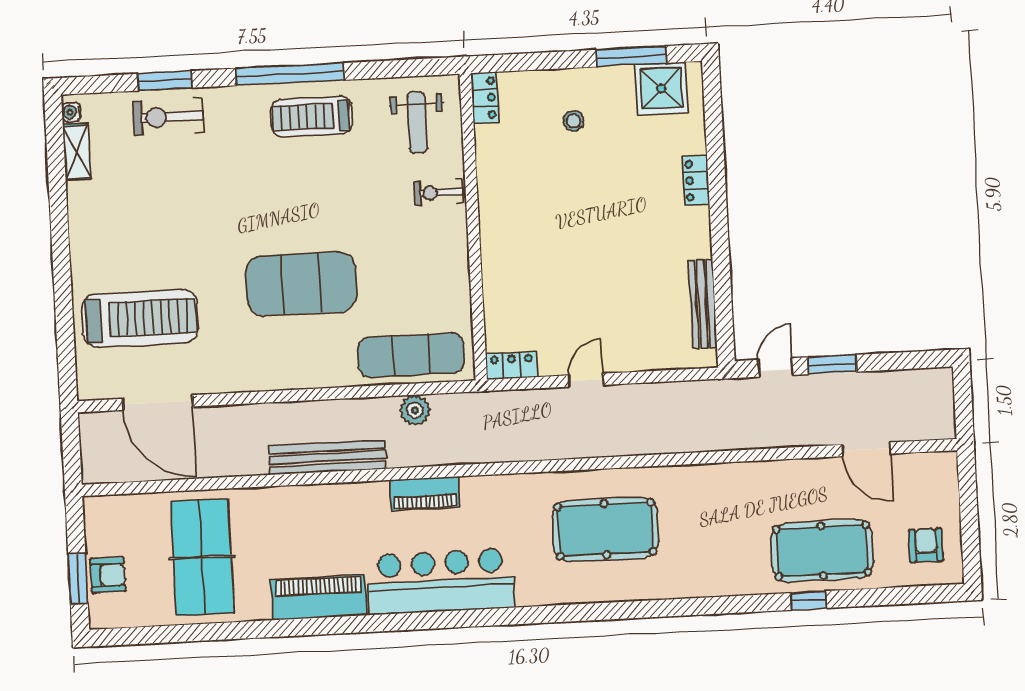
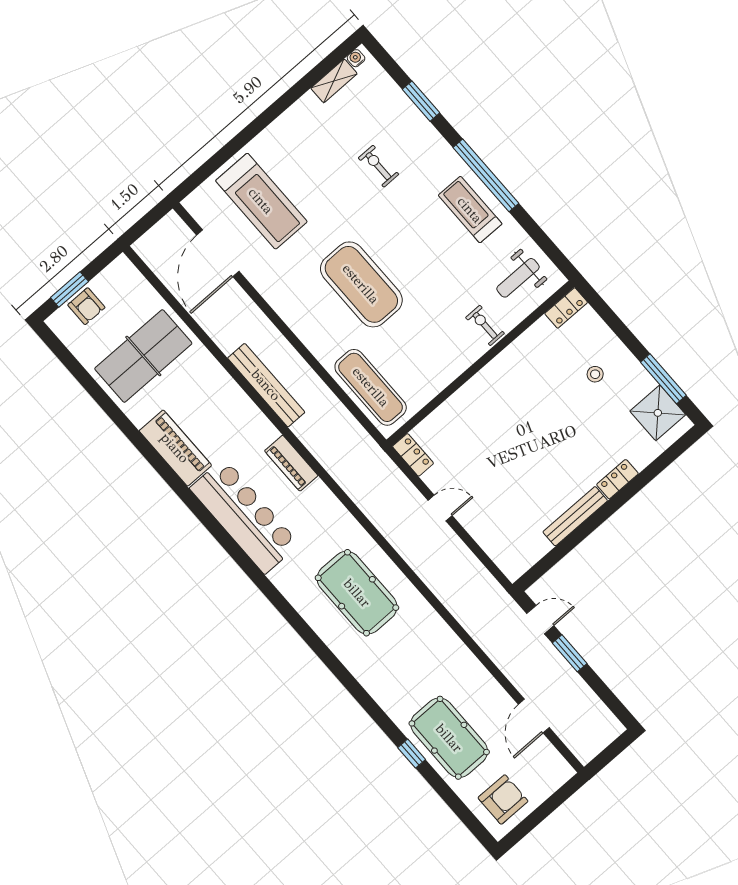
exercise bike: (169, 117) -> (378, 166), moved, width x0.73, depth x0.72
bench: (702, 304) -> (575, 516), moved
plant: (415, 410) -> (338, 416), removed
armchair: (926, 545) -> (503, 800), width x1.38, depth x1.38

